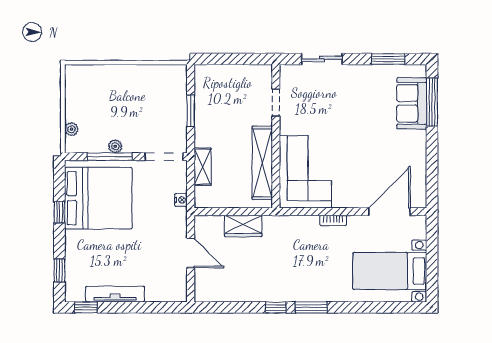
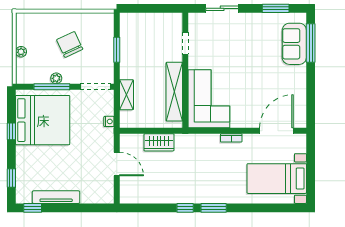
chair: (132, 104) -> (70, 44), added
plant: (71, 129) -> (21, 52), moved

